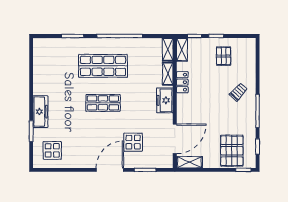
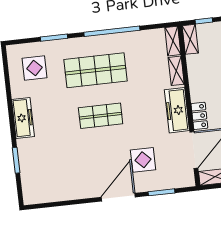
locker: (182, 82) -> (199, 116), moved
freezer: (165, 100) -> (177, 110), width x1.40
freezer: (40, 112) -> (23, 118), moved
display table: (52, 150) -> (35, 68), moved

